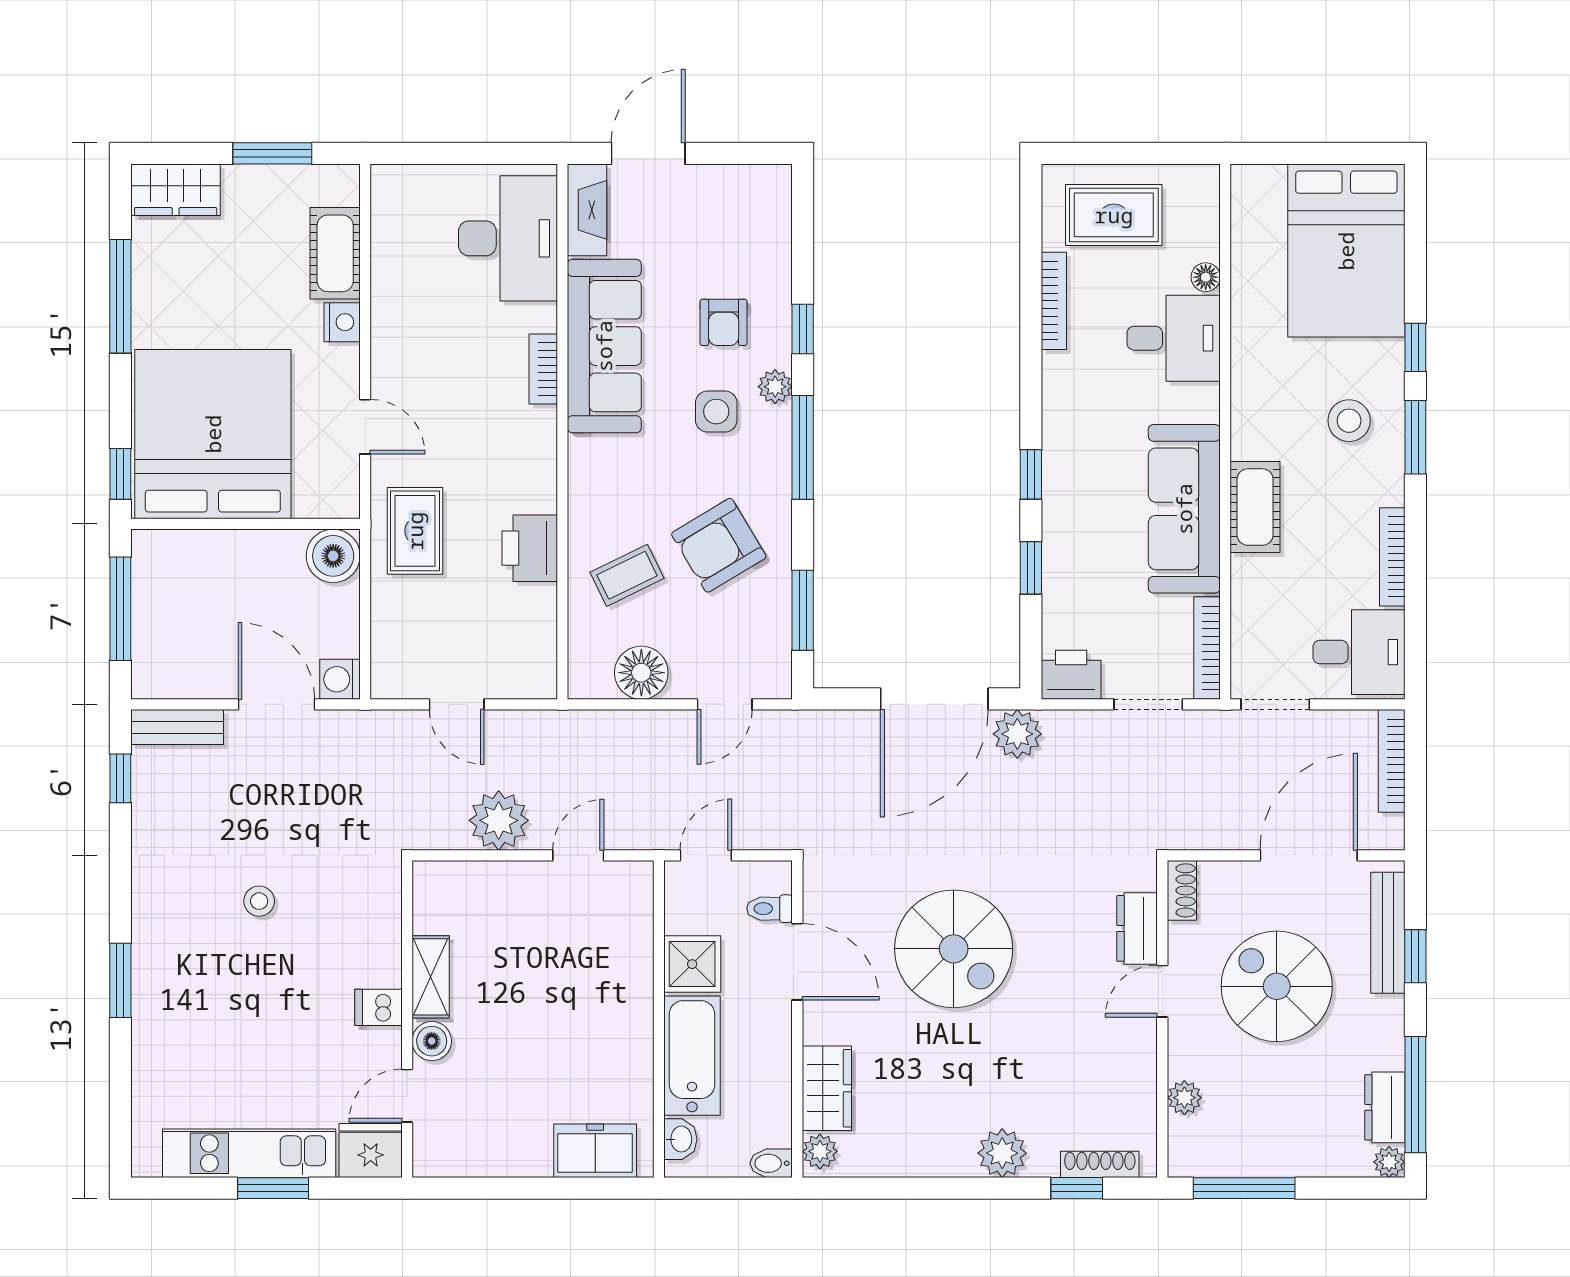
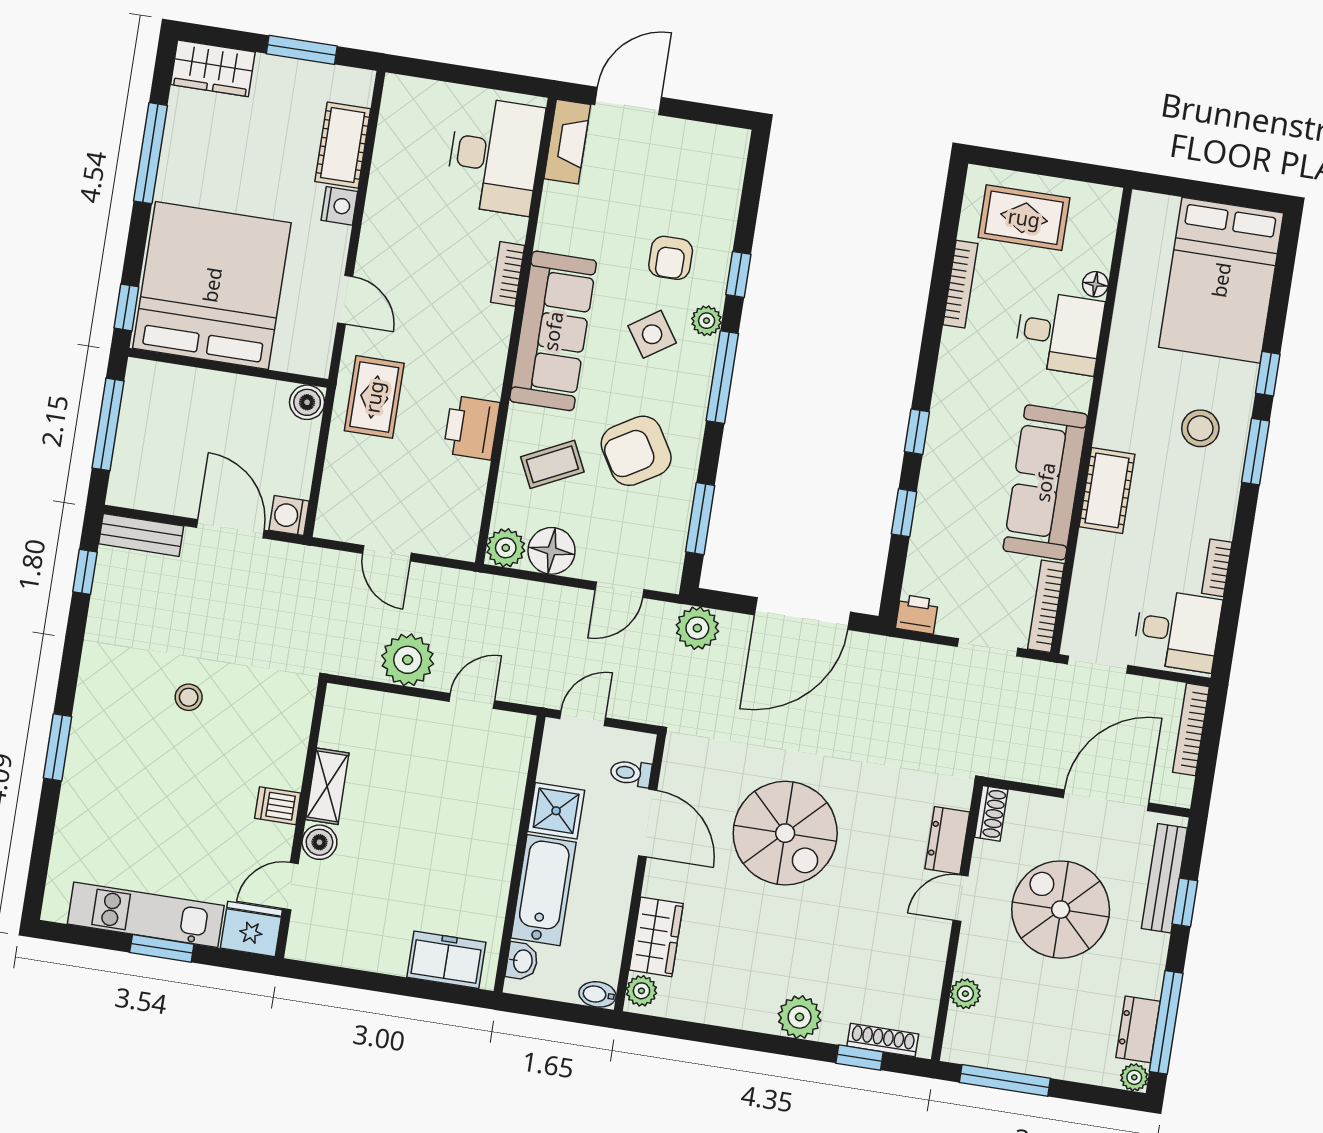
sofa: (604, 346) -> (553, 331), moved
side table: (716, 412) -> (652, 334), turned -34
boiler: (333, 556) -> (307, 402), width x0.73, depth x0.73
bookcase: (1392, 557) -> (1217, 568), width x0.64
printer: (1071, 675) -> (917, 614), width x0.73, depth x0.81
plant: (589, 677) -> (506, 548), added
plant: (1017, 734) -> (697, 628), moved

